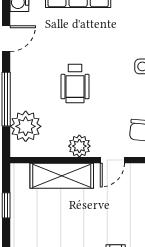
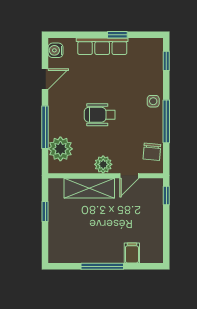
wheelchair: (75, 83) -> (100, 115), turned 90

